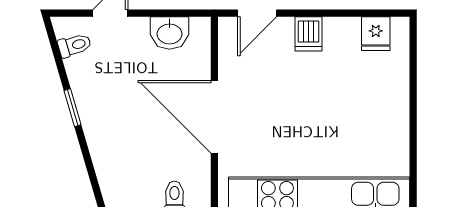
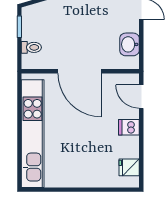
door: (214, 117) -> (80, 71), swing flipped

